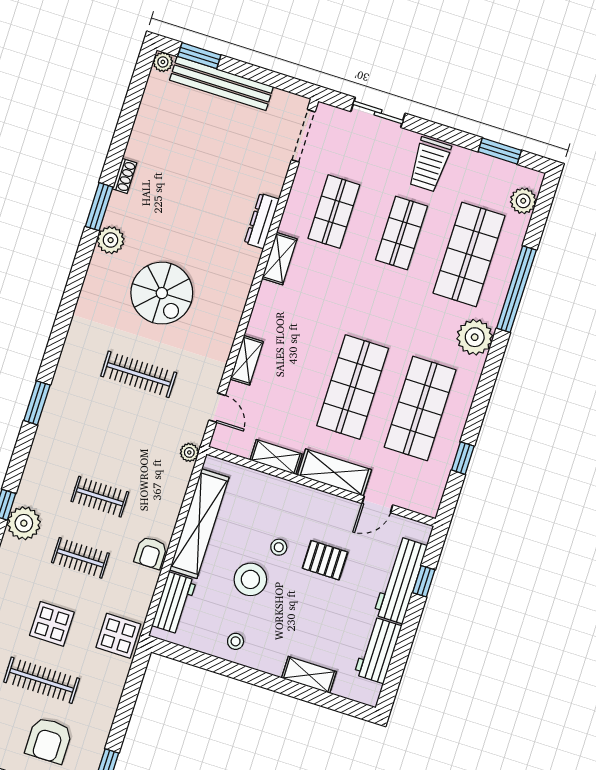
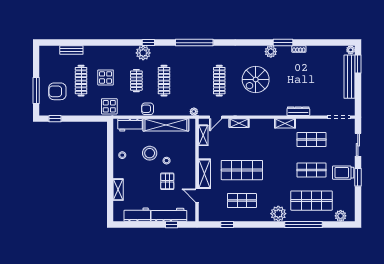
window: (500, 151) -> (358, 177), moved
window: (37, 403) -> (194, 43), width x2.11
shop shelf: (420, 408) -> (242, 201), width x0.70, depth x0.74
shelving: (276, 457) -> (203, 135), moved
clothes rail: (100, 497) -> (164, 81), width x1.36

